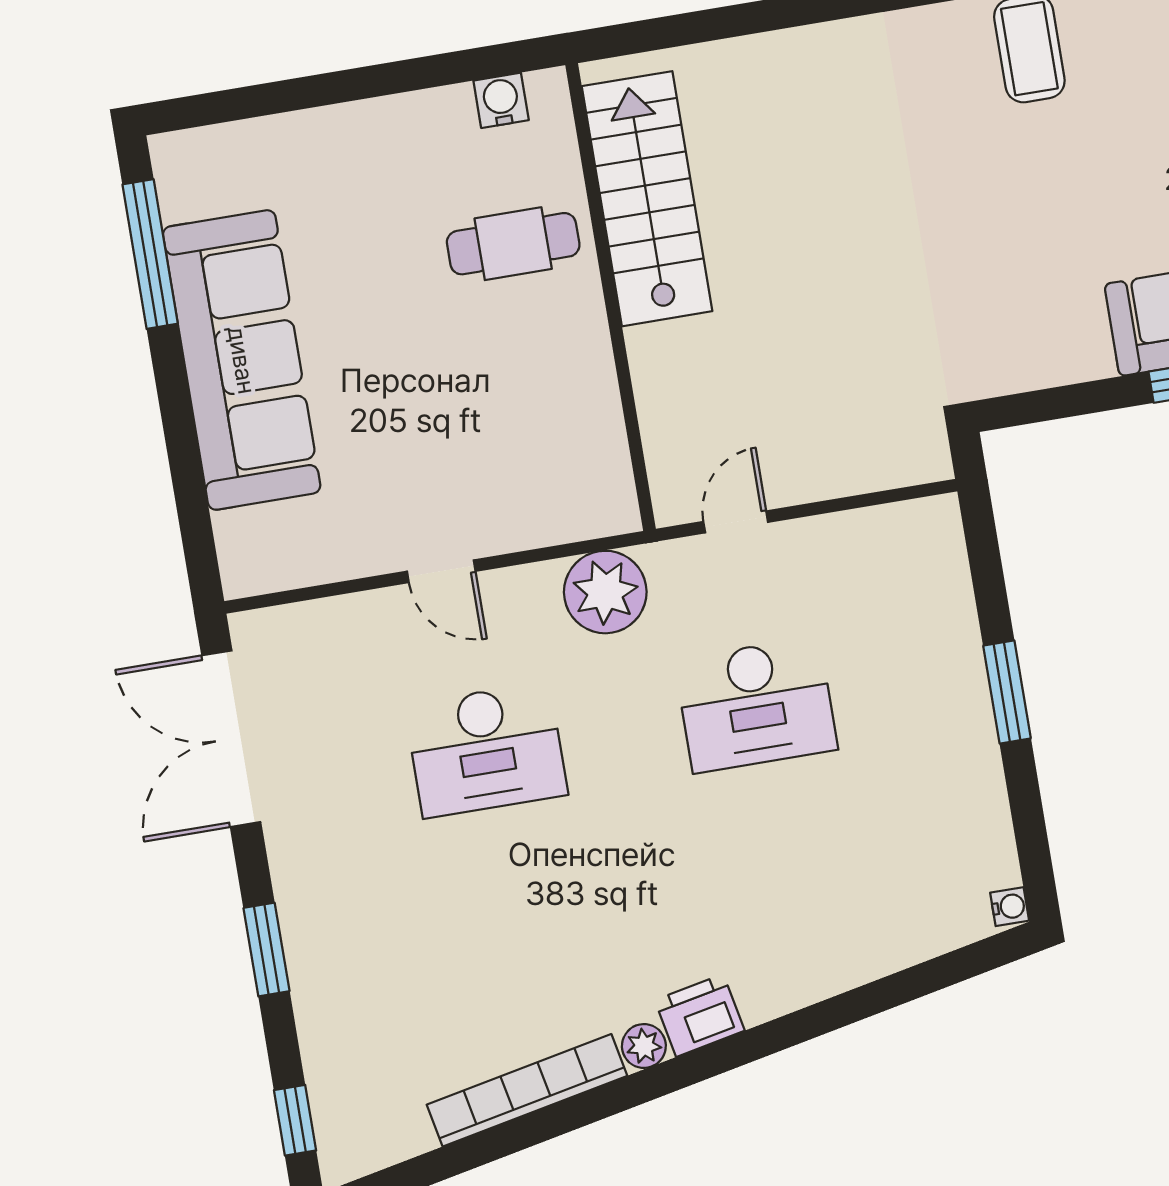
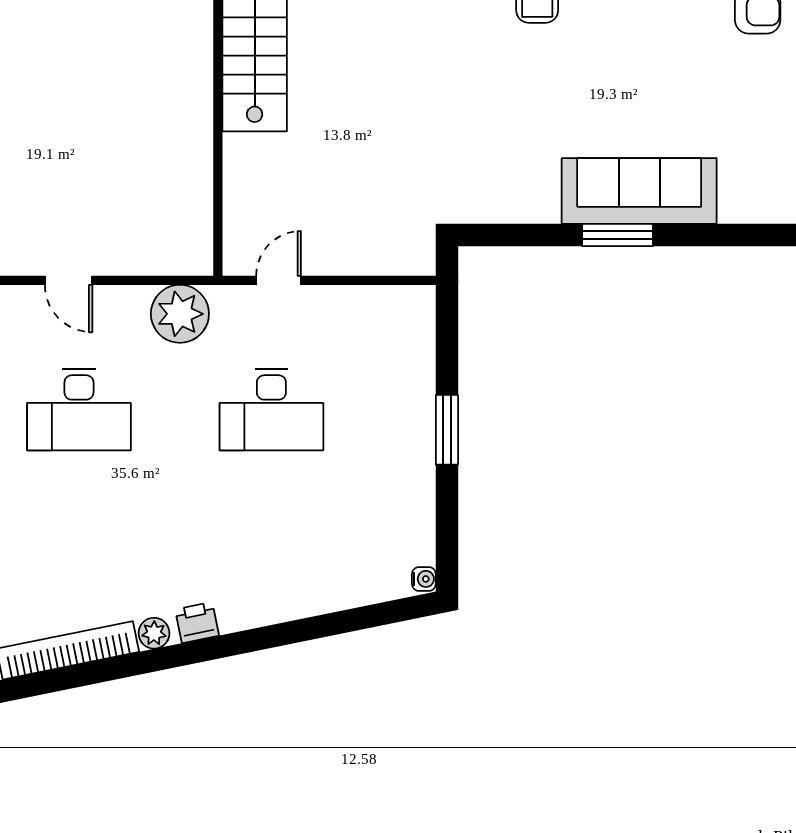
cafe table: (513, 244) -> (156, 61), removed
printer: (700, 1015) -> (197, 623), width x0.73, depth x0.81

